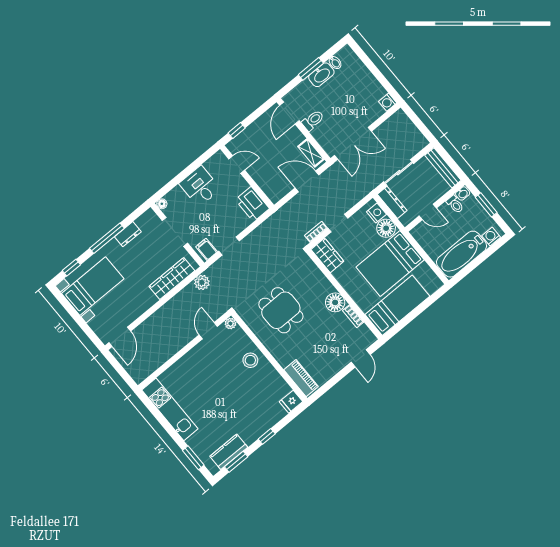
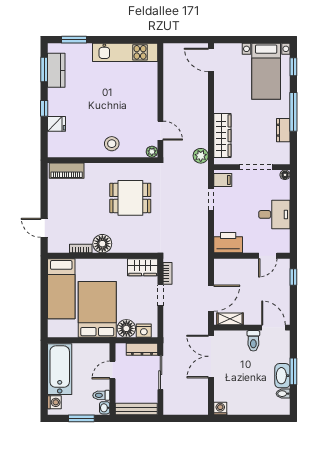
fridge: (291, 402) -> (57, 124), moved, turned 90

